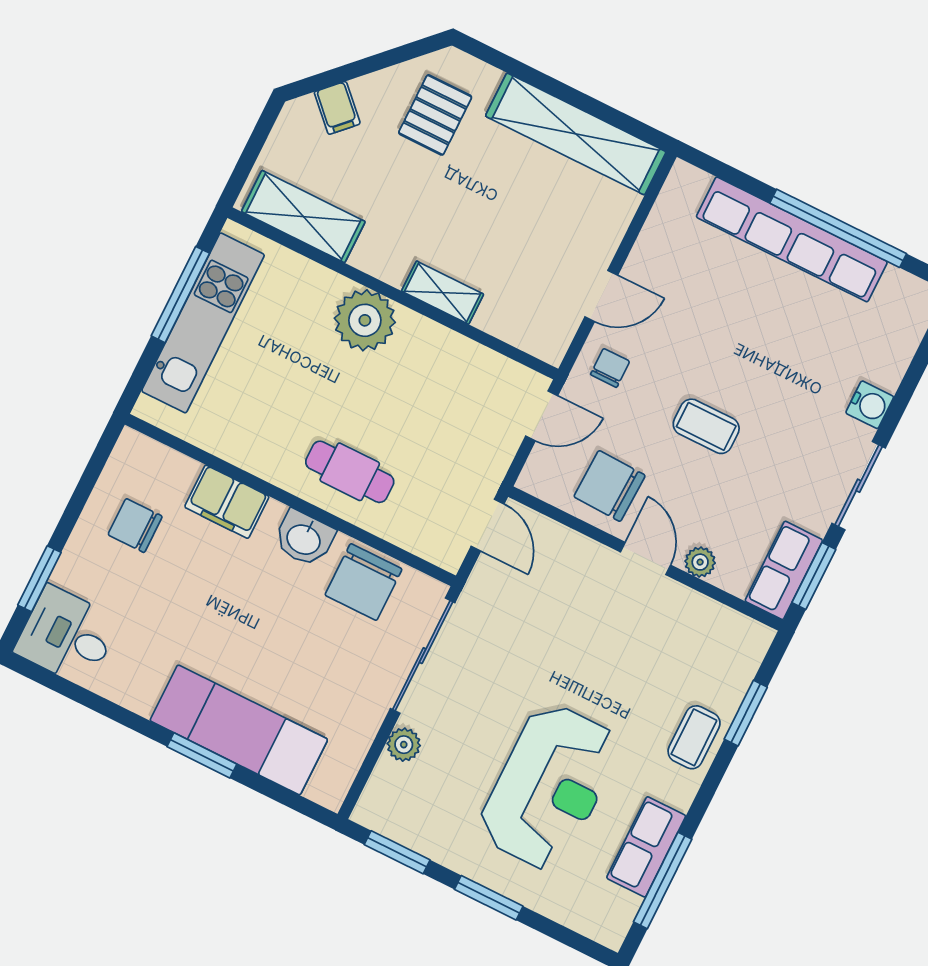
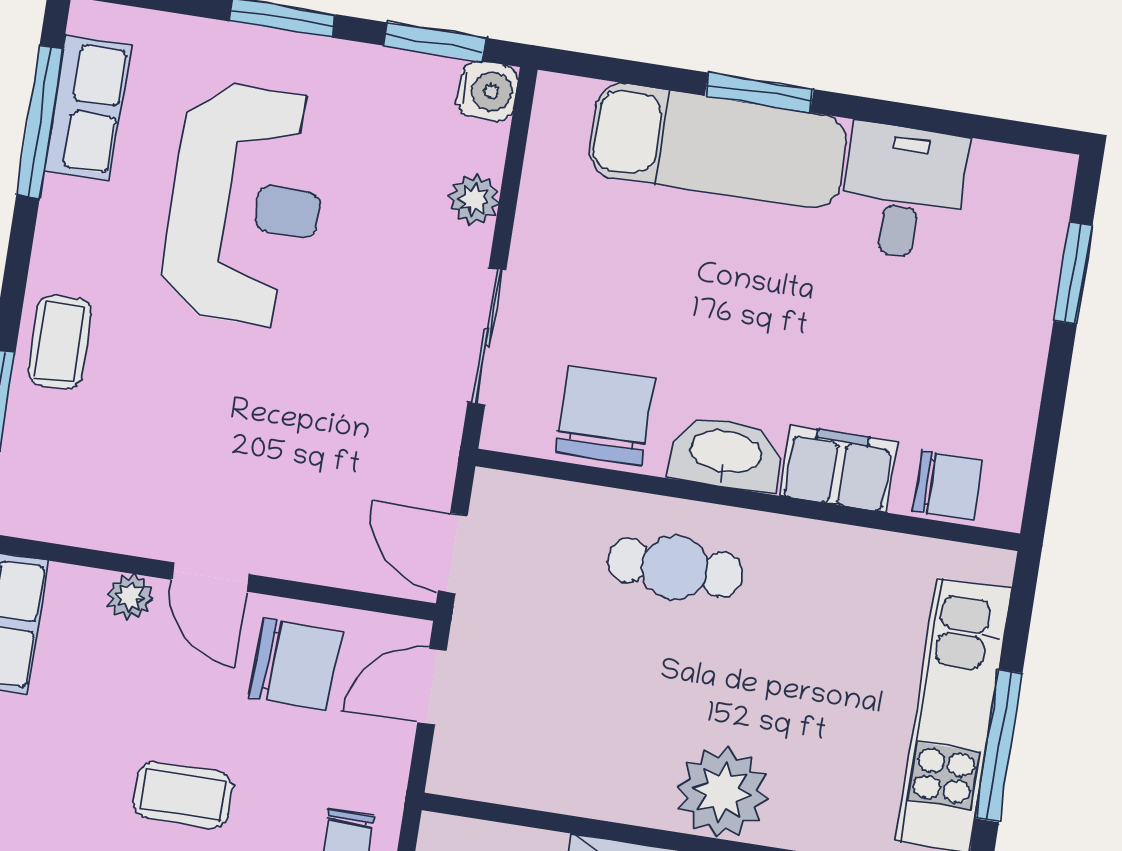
door: (542, 416) -> (432, 687), moved
chair: (135, 526) -> (948, 485), moved
washbasin: (304, 538) -> (726, 453), width x1.38
desk: (67, 636) -> (903, 192), moved, turned -90
sliding door: (423, 656) -> (487, 336), width x0.73
reception desk: (549, 787) -> (245, 205), turned 180
water cooler: (373, 811) -> (487, 91), added
row of seats: (646, 847) -> (87, 108), moved

